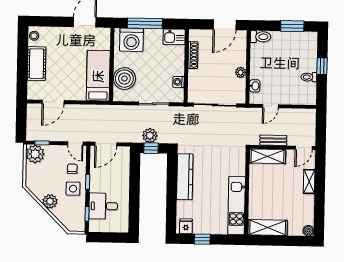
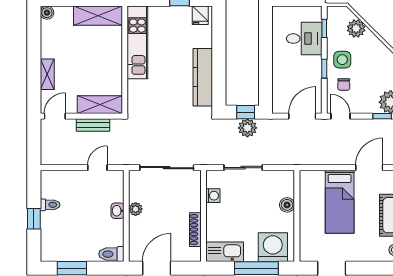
kitchen sink: (174, 37) -> (225, 252), width x1.38
bed: (98, 76) -> (340, 202), moved
boiler: (124, 79) -> (287, 205), width x0.54, depth x0.54
washbasin: (255, 86) -> (118, 211), moved
plant: (50, 201) -> (356, 28), moved

